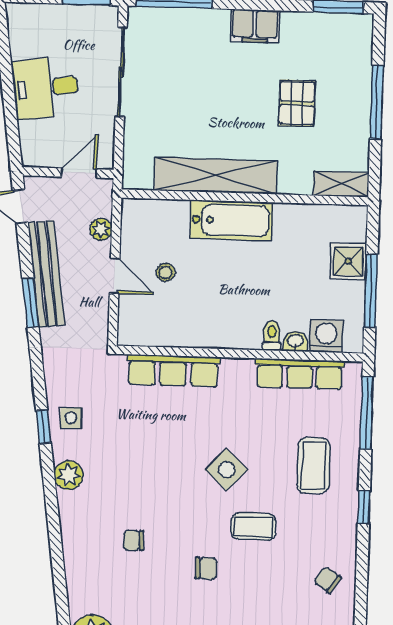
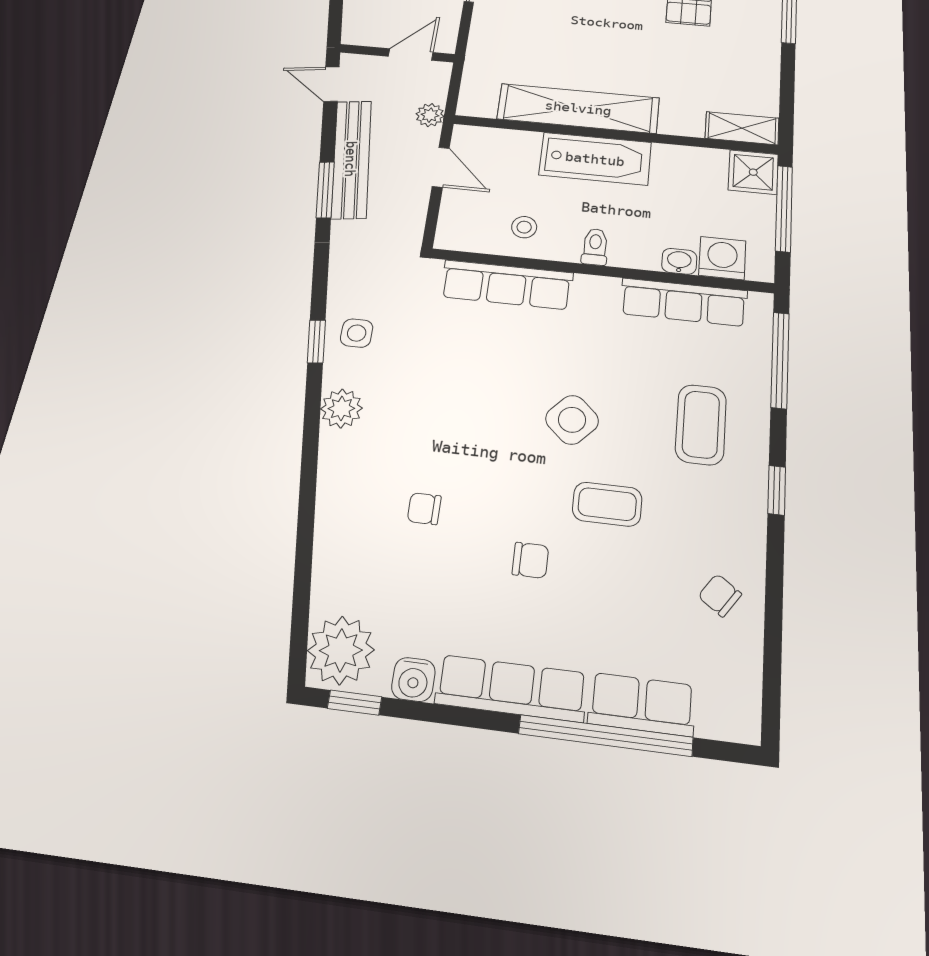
shelving: (216, 176) -> (578, 108), moved
shelving: (341, 184) -> (742, 128), moved
wall: (245, 197) -> (615, 134), moved
bathtub: (231, 220) -> (595, 159), moved
stool: (166, 272) -> (524, 227), moved
toilet: (272, 336) -> (595, 247), moved

